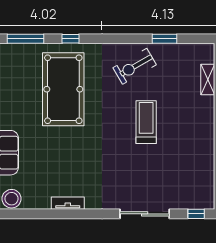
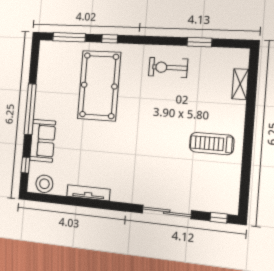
exercise bike: (135, 66) -> (168, 67), turned 30
treadmill: (146, 122) -> (212, 143), moved, turned -90
tv unit: (68, 203) -> (88, 193), width x1.41

